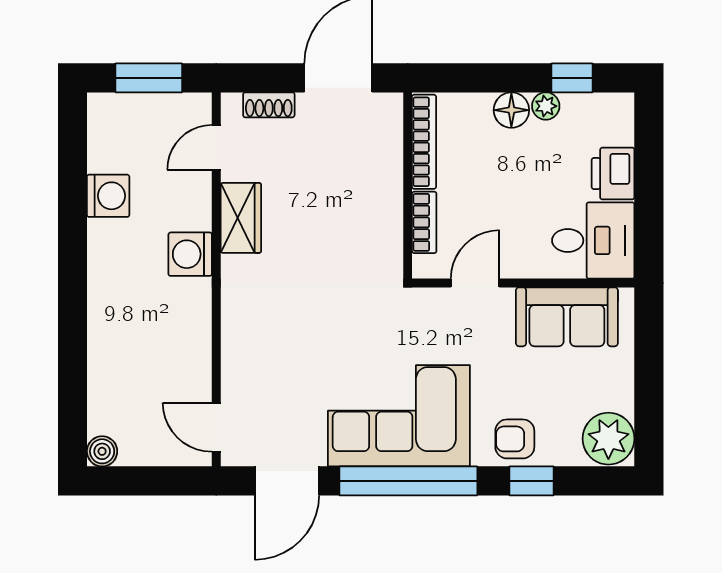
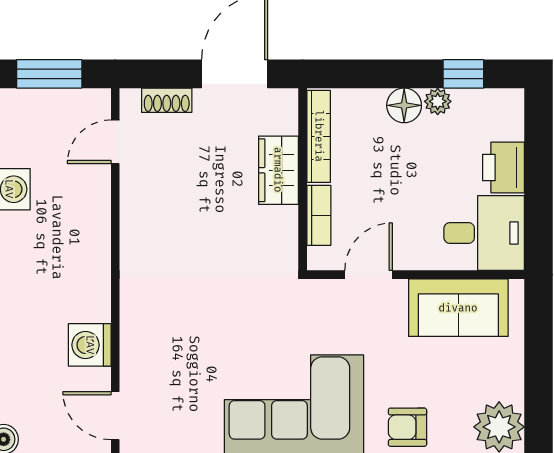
wardrobe: (241, 218) -> (278, 170), moved, turned 180
washing machine: (190, 254) -> (90, 345), moved

